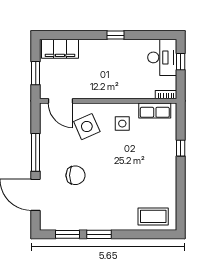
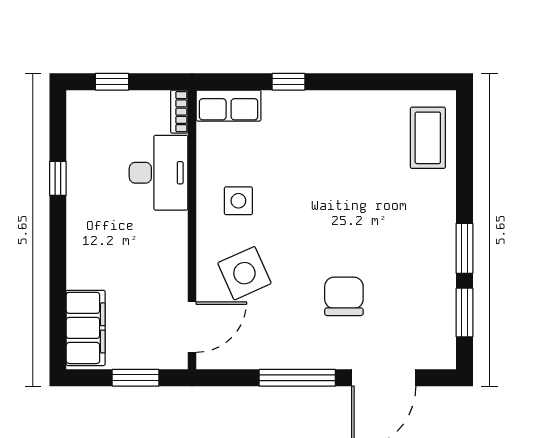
window: (115, 35) -> (58, 178), moved
desk: (162, 57) -> (159, 173), moved, turned 90
row of seats: (155, 110) -> (229, 106), moved, turned 90

